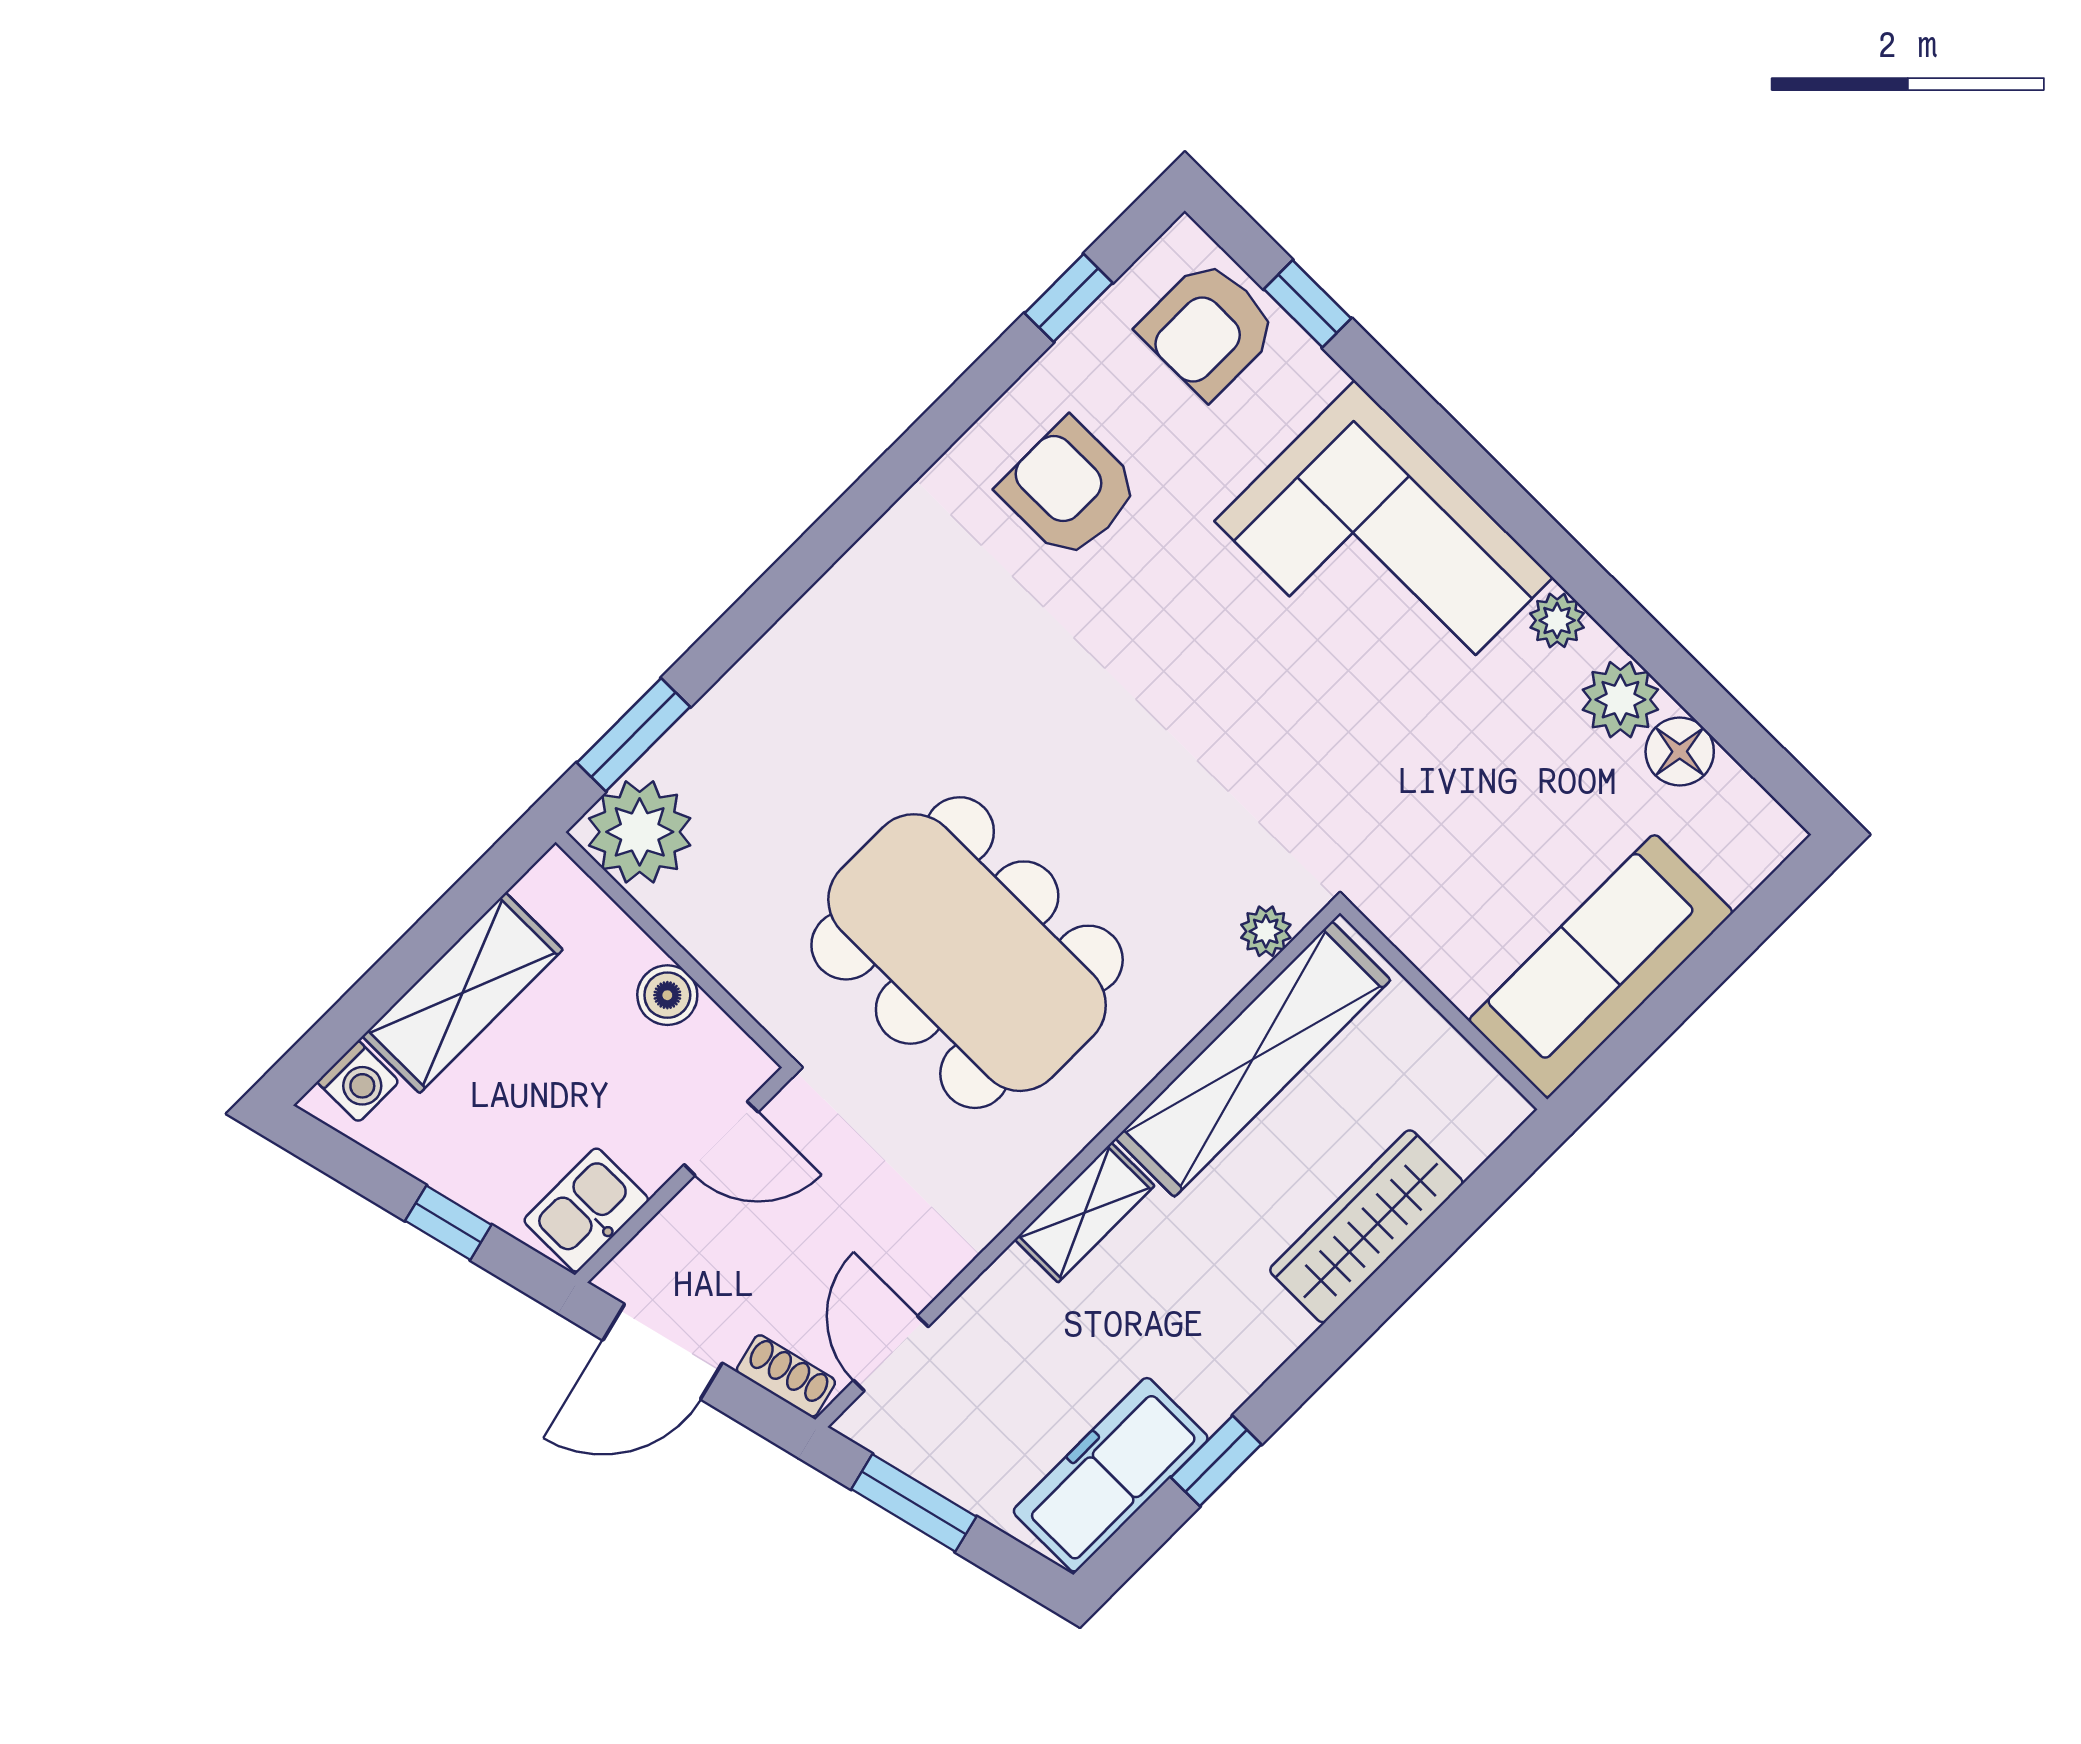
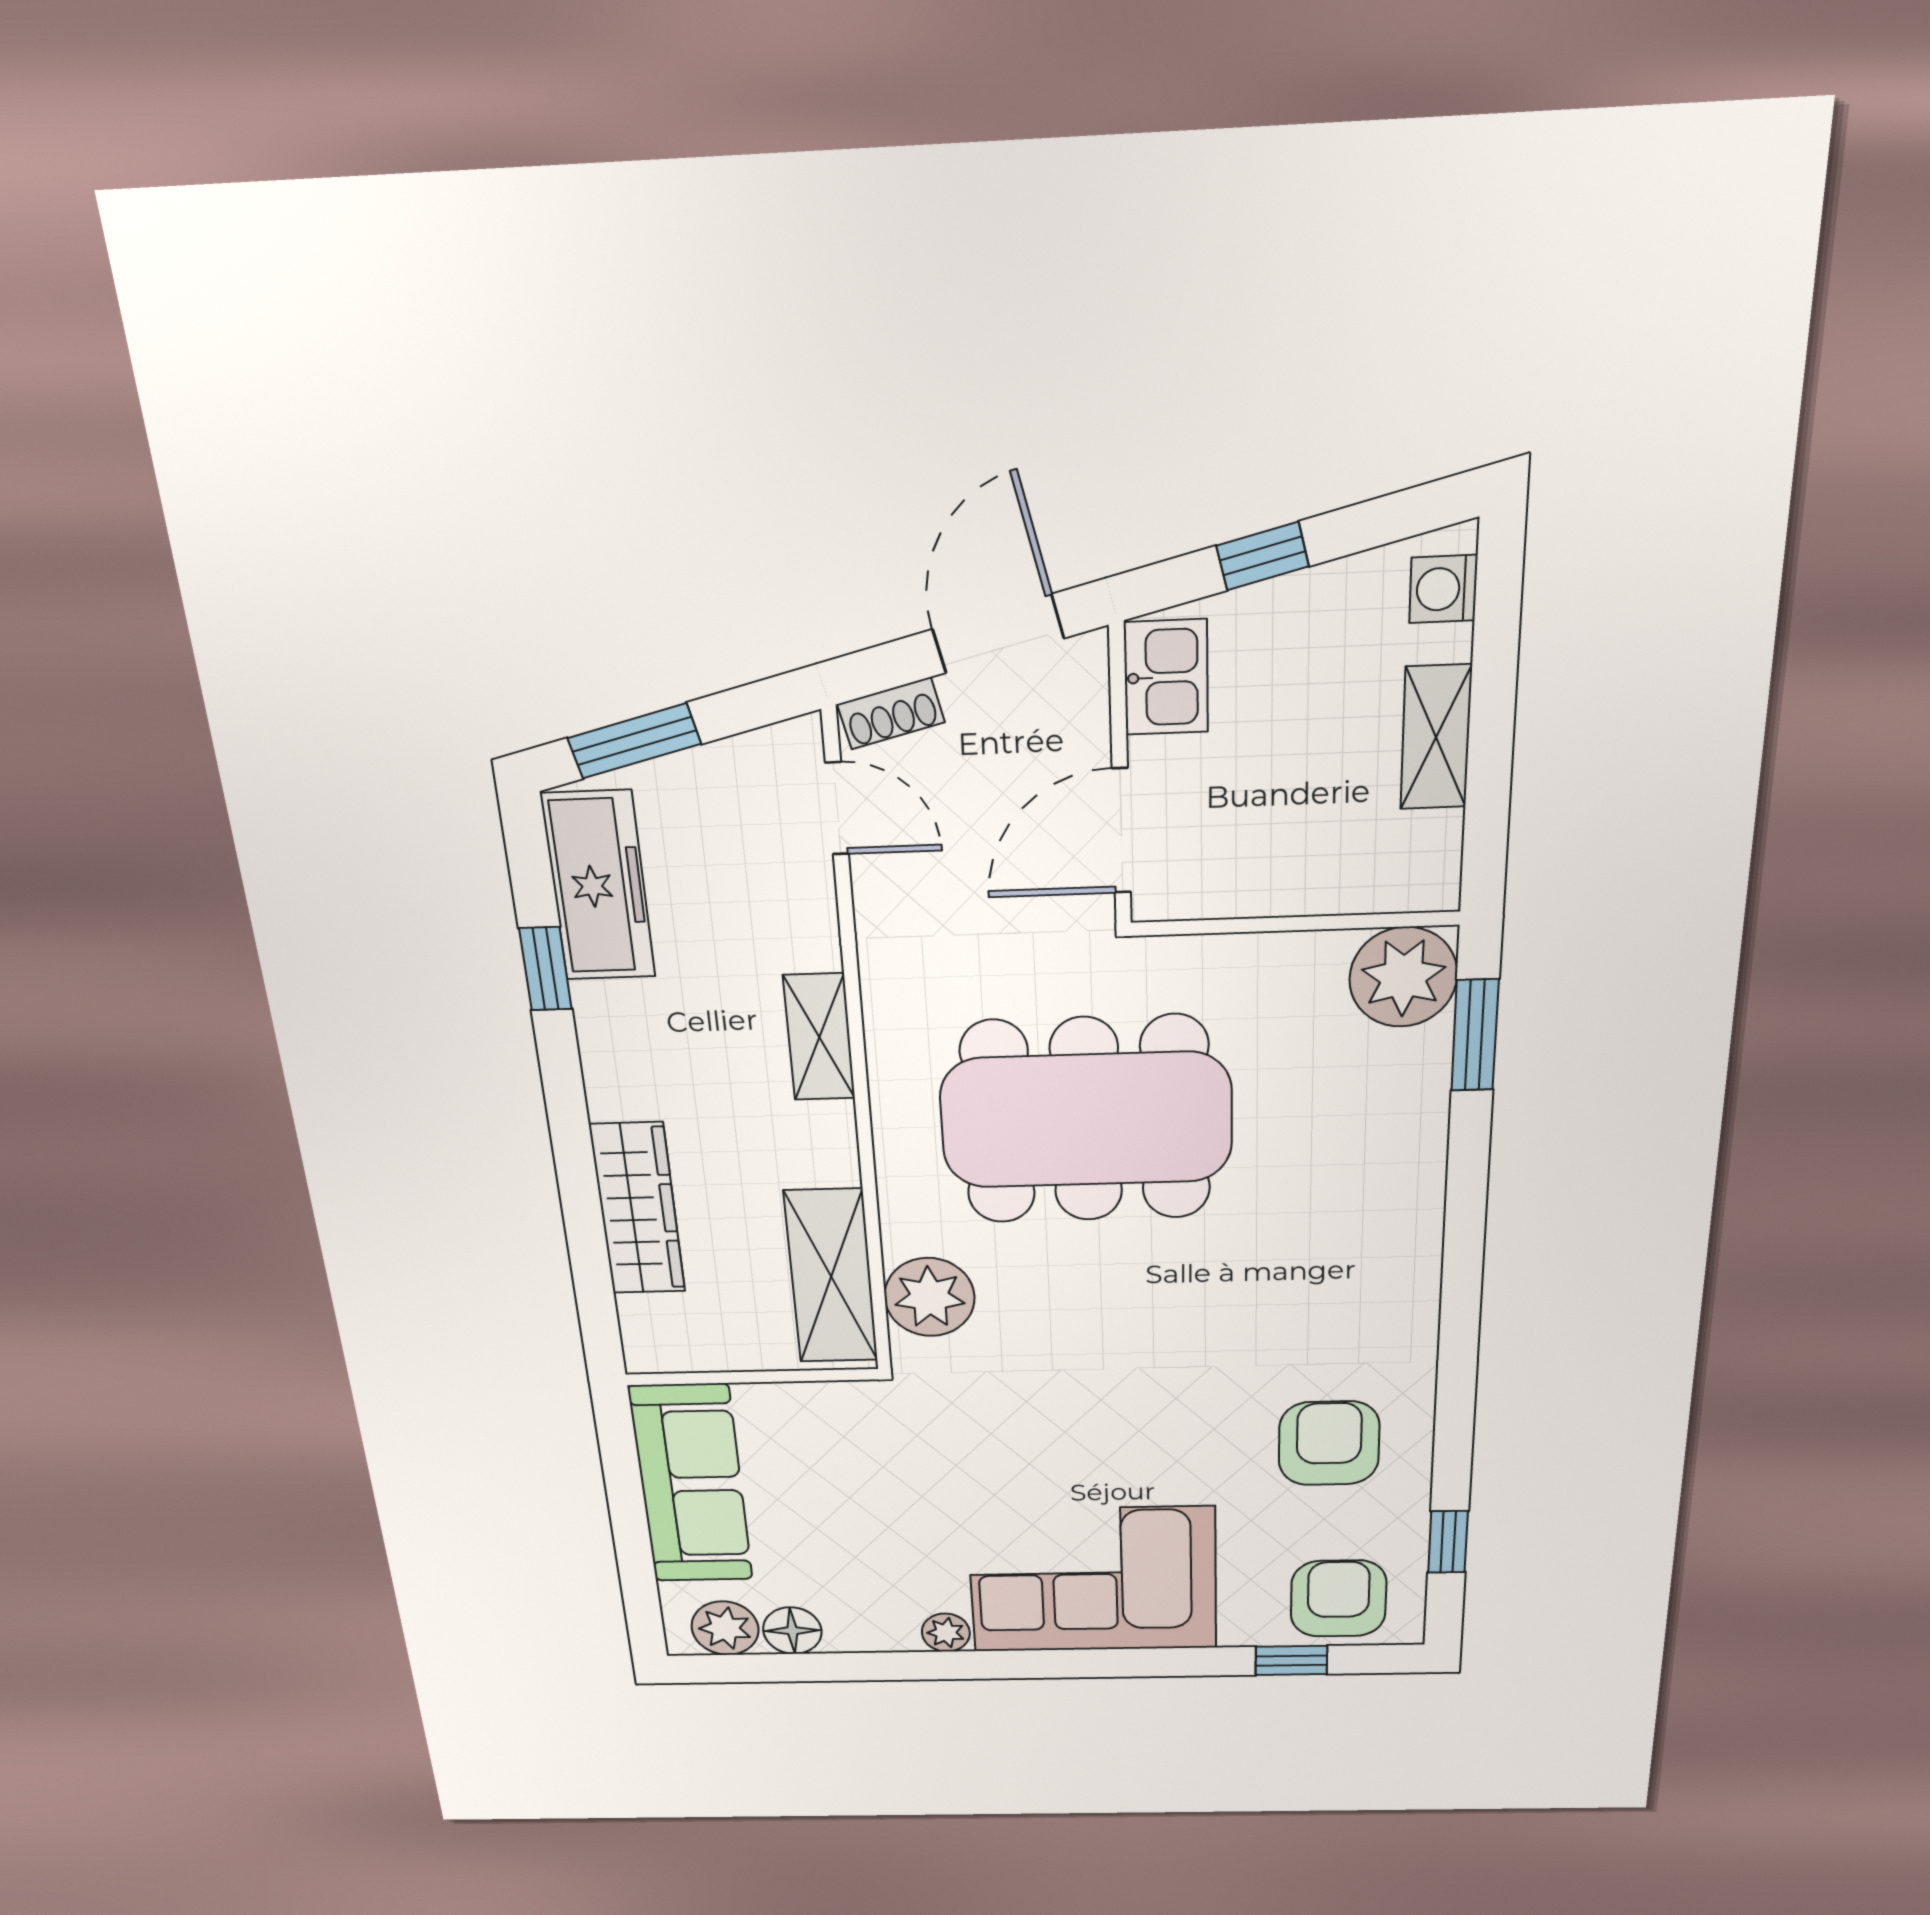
armchair: (1069, 489) -> (1329, 1443), turned -90
plant: (1620, 700) -> (725, 1628), moved
plant: (1266, 931) -> (929, 1297), width x1.88, depth x1.88
shelving: (463, 993) -> (1436, 737), width x0.67, depth x0.75
boiler: (667, 995) -> (1267, 889), removed
shelving: (1253, 1059) -> (831, 1276), width x0.68
door: (721, 1138) -> (1121, 831), width x1.38
window: (914, 1503) -> (634, 741), moved

